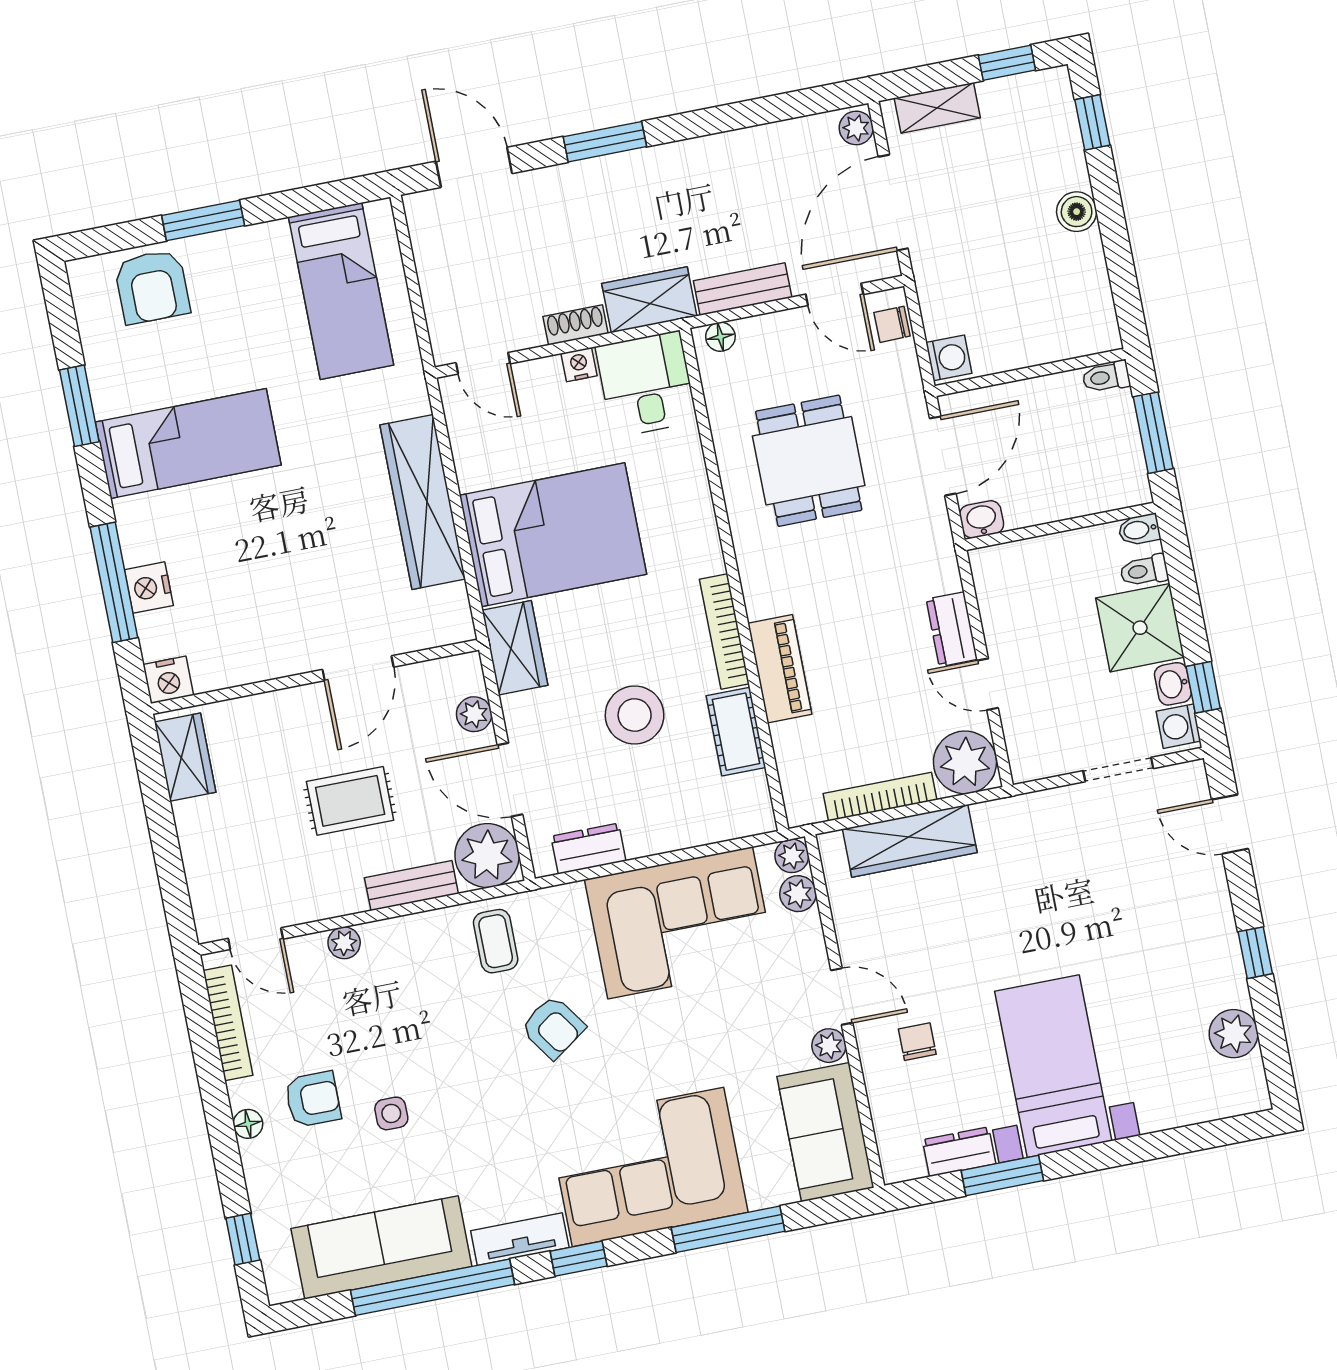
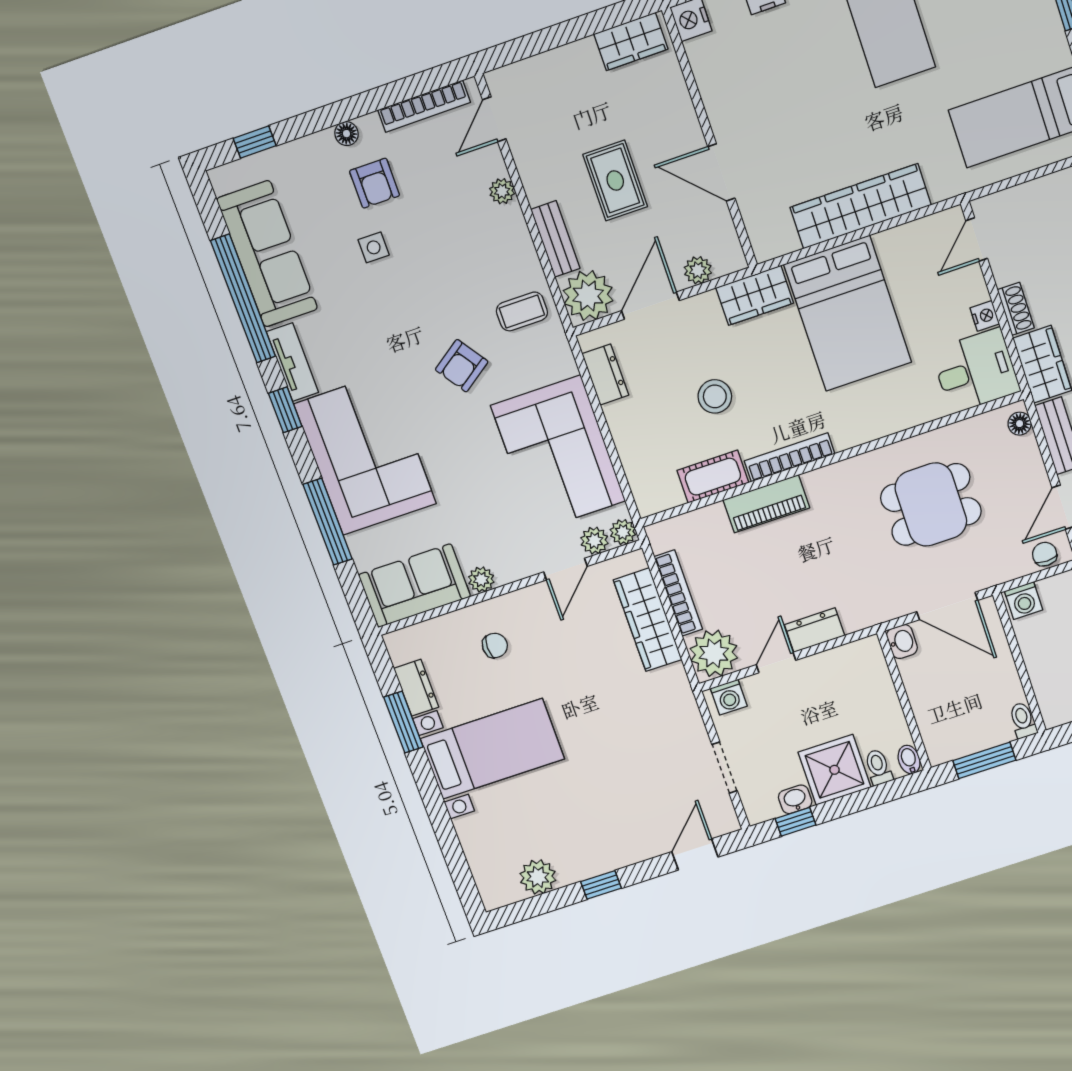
stool: (635, 715) -> (715, 396), width x0.73, depth x0.73
washing machine: (1178, 726) -> (729, 697), moved, turned 180
door: (842, 996) -> (565, 569), moved

